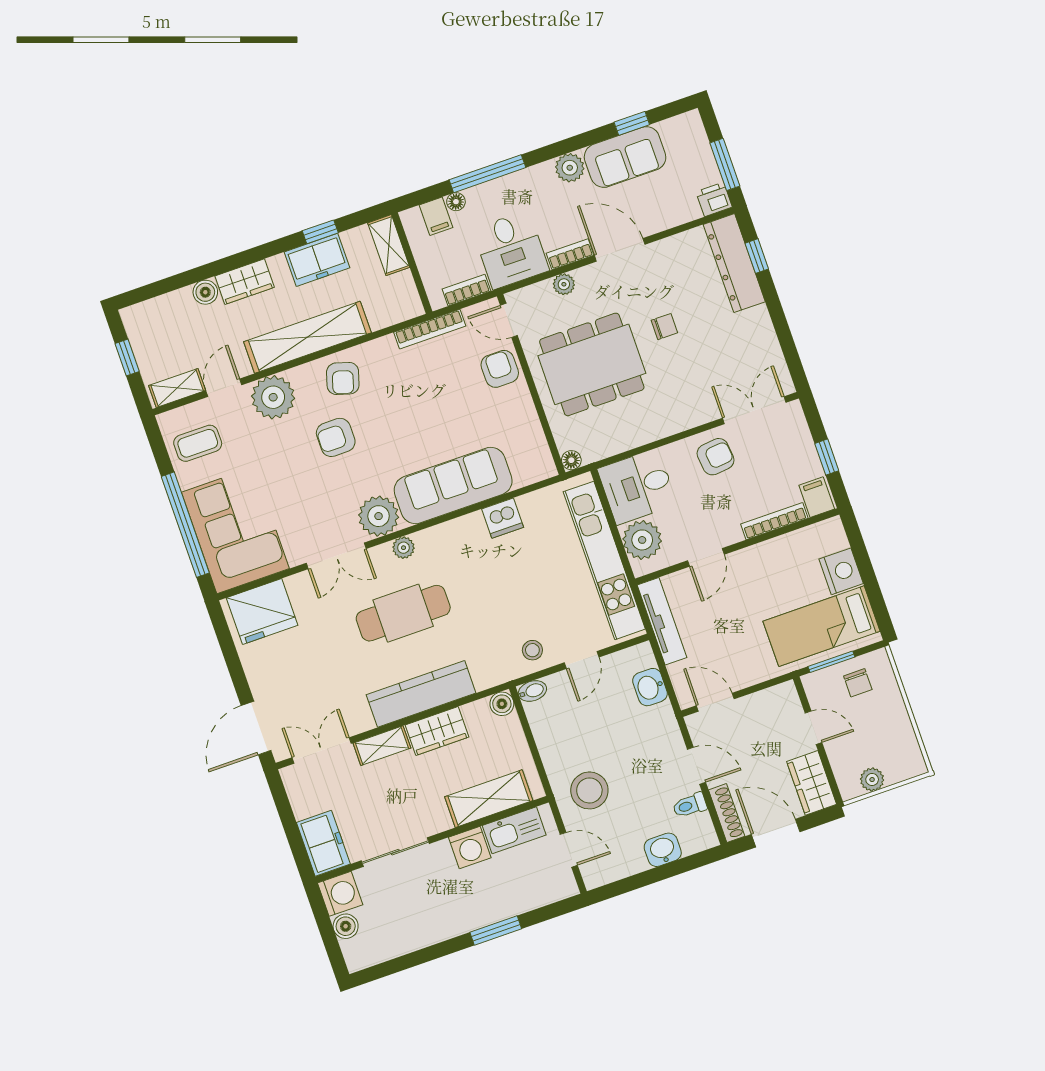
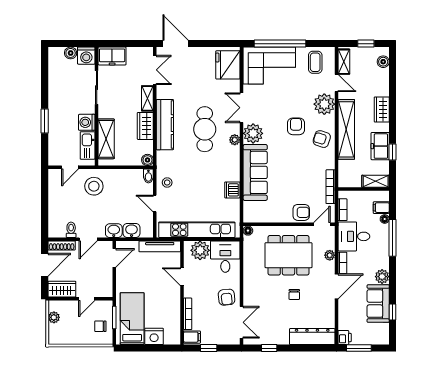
window: (757, 256) -> (269, 348), moved
boiler: (205, 292) -> (383, 62), moved
dining table: (592, 364) -> (288, 255), turned 90
washbasin: (663, 850) -> (114, 231), moved, turned -90

